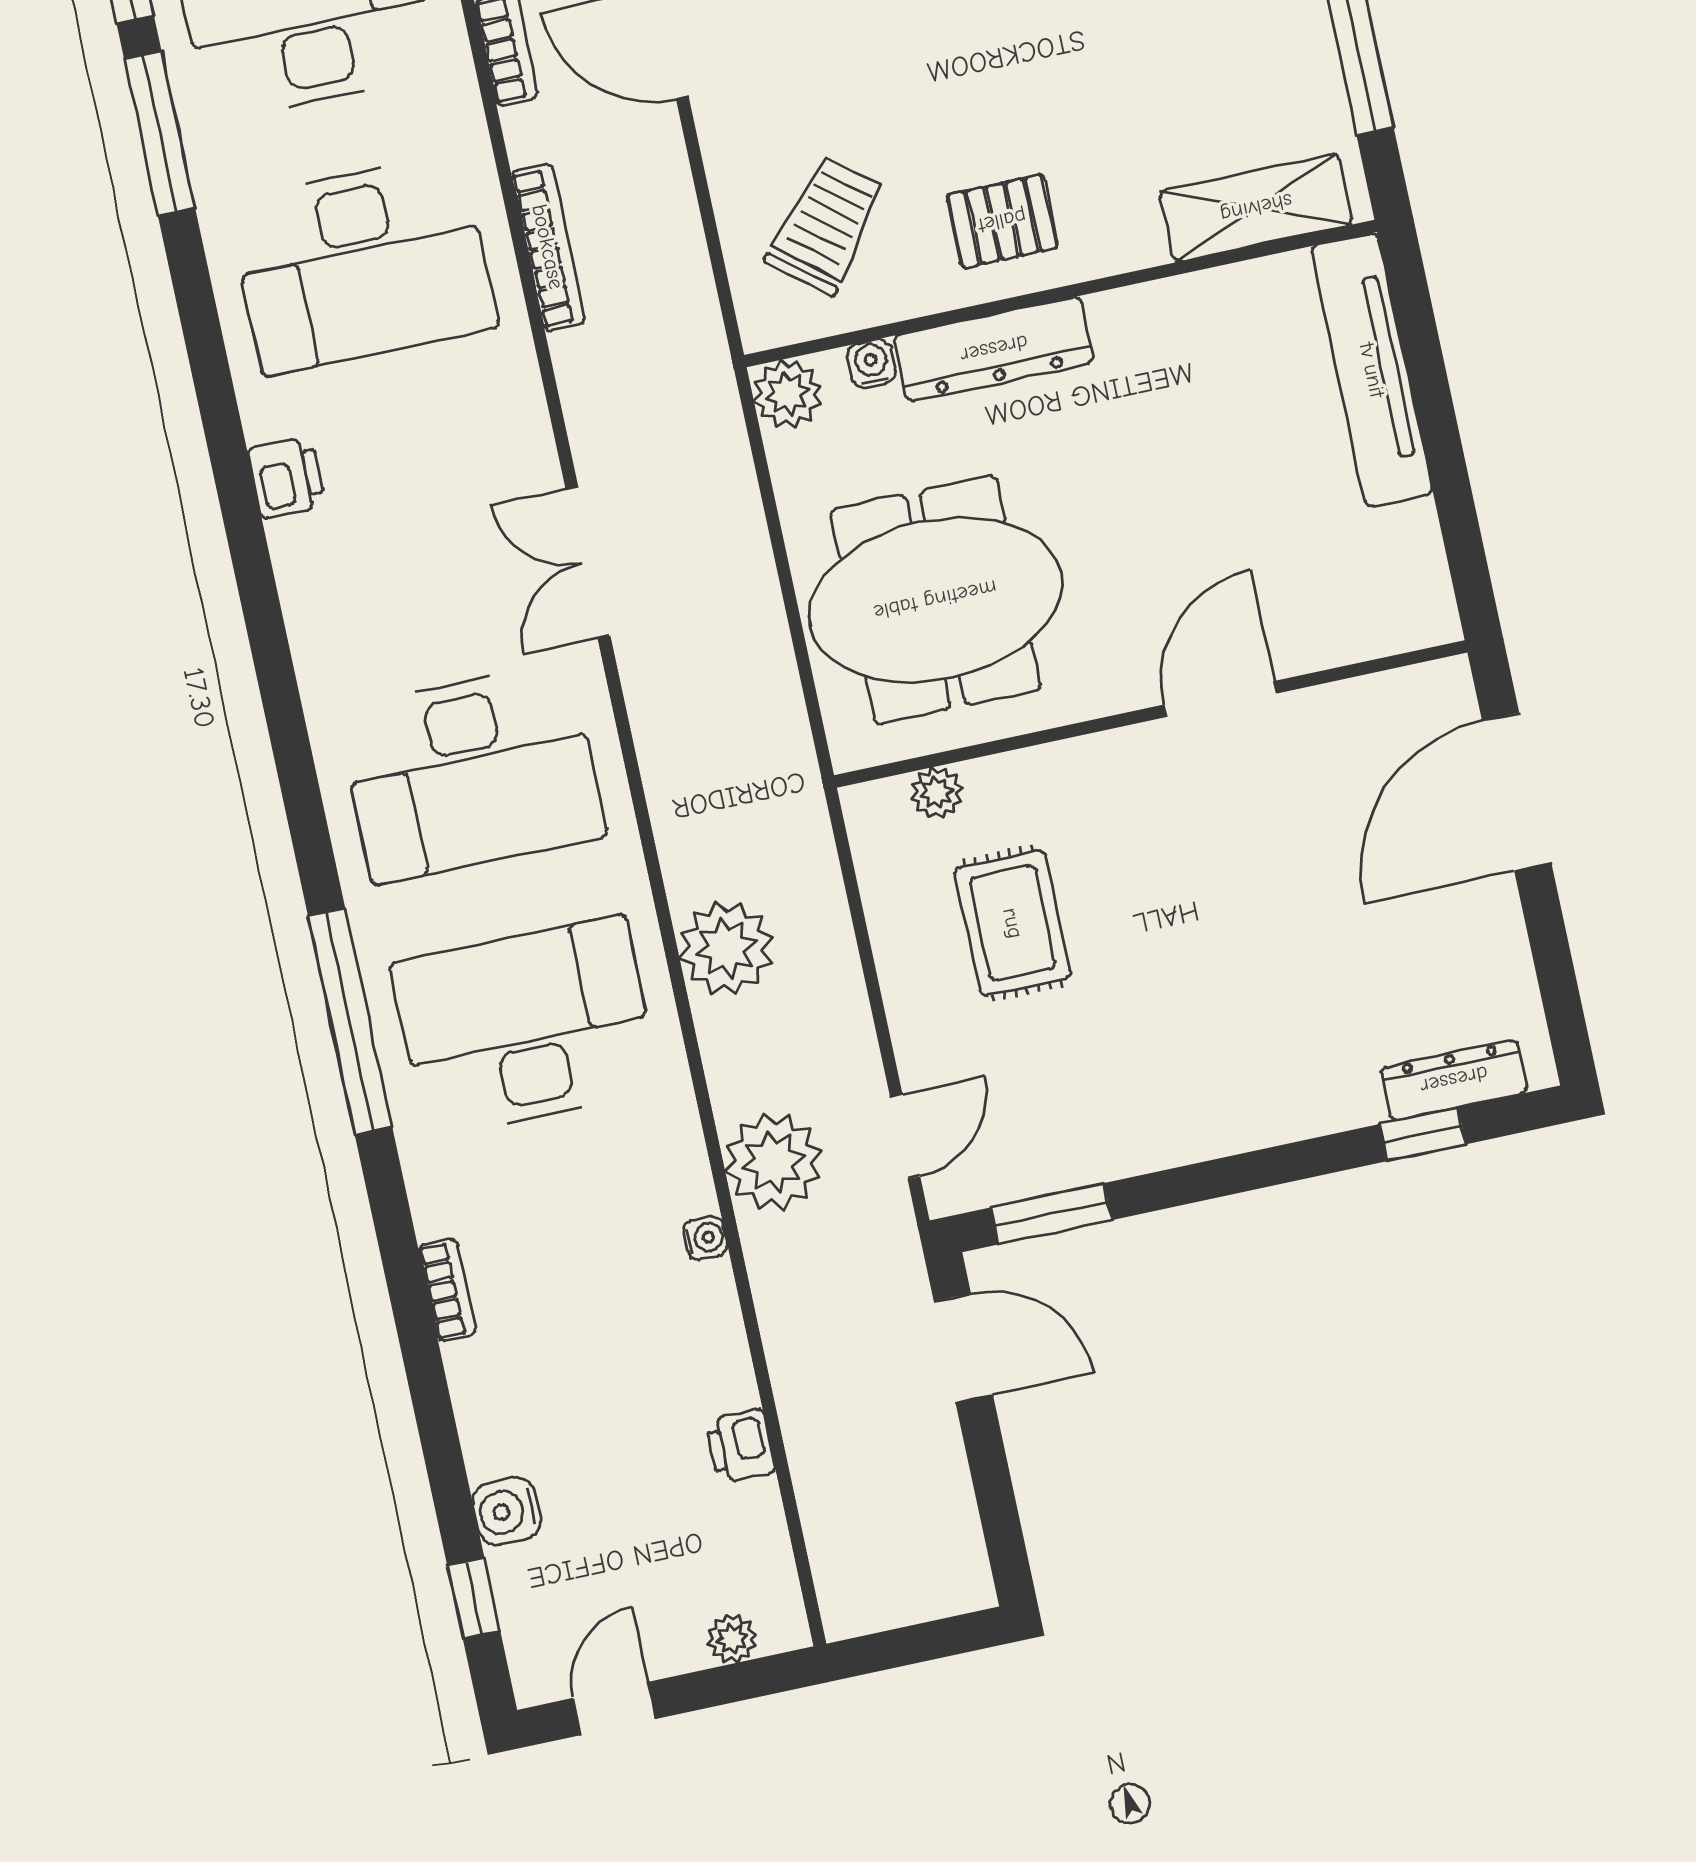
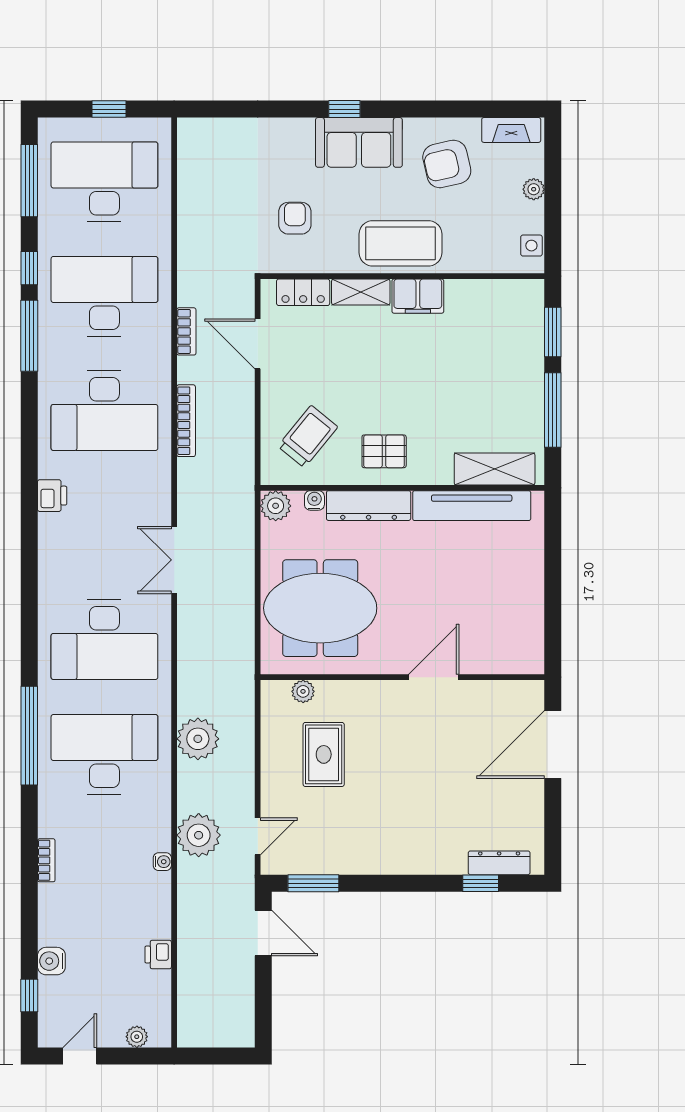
tv unit: (1372, 370) -> (472, 506), moved, turned -90

